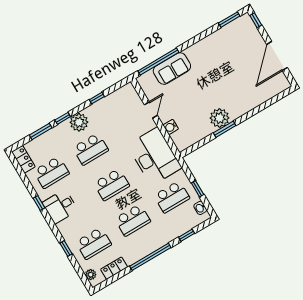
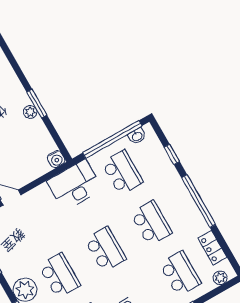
plant: (220, 118) -> (30, 112), width x0.53, depth x0.53
water cooler: (171, 127) -> (56, 159), moved
desk: (154, 156) -> (75, 185), width x0.73, depth x0.77
window: (198, 189) -> (112, 139), width x3.17

